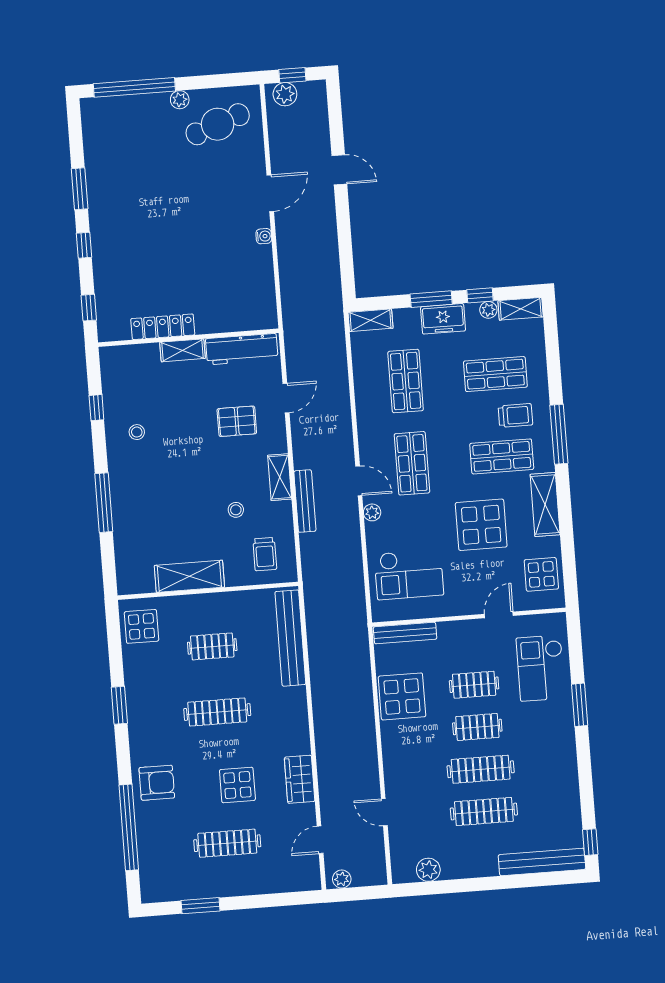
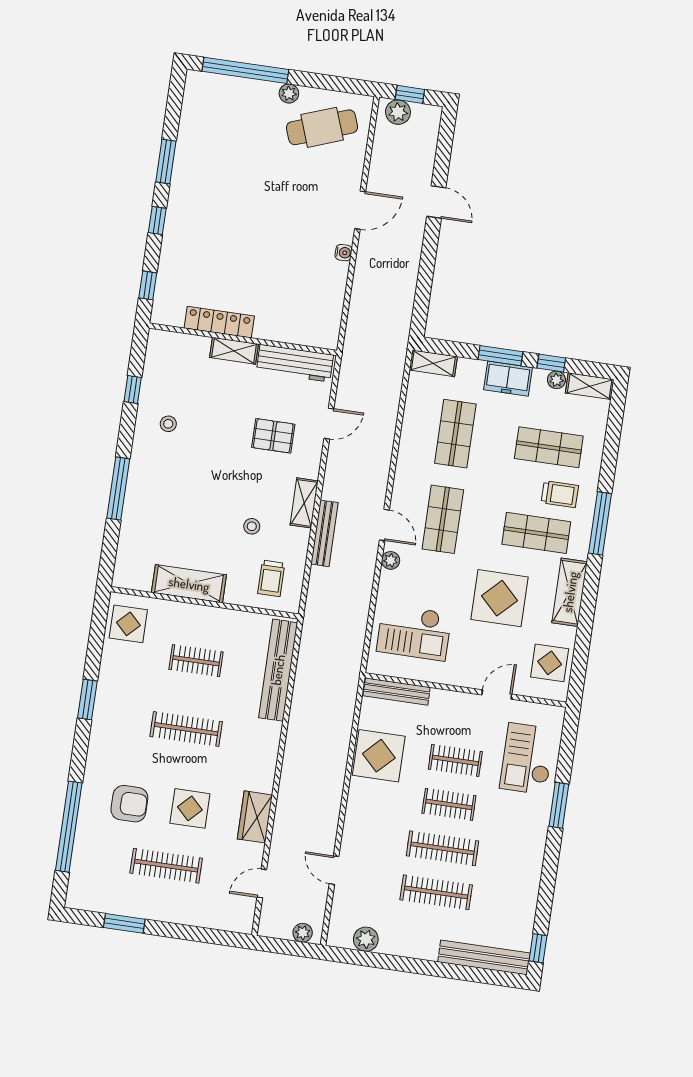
armchair: (157, 783) -> (129, 804), moved
plant: (342, 879) -> (303, 933), moved

